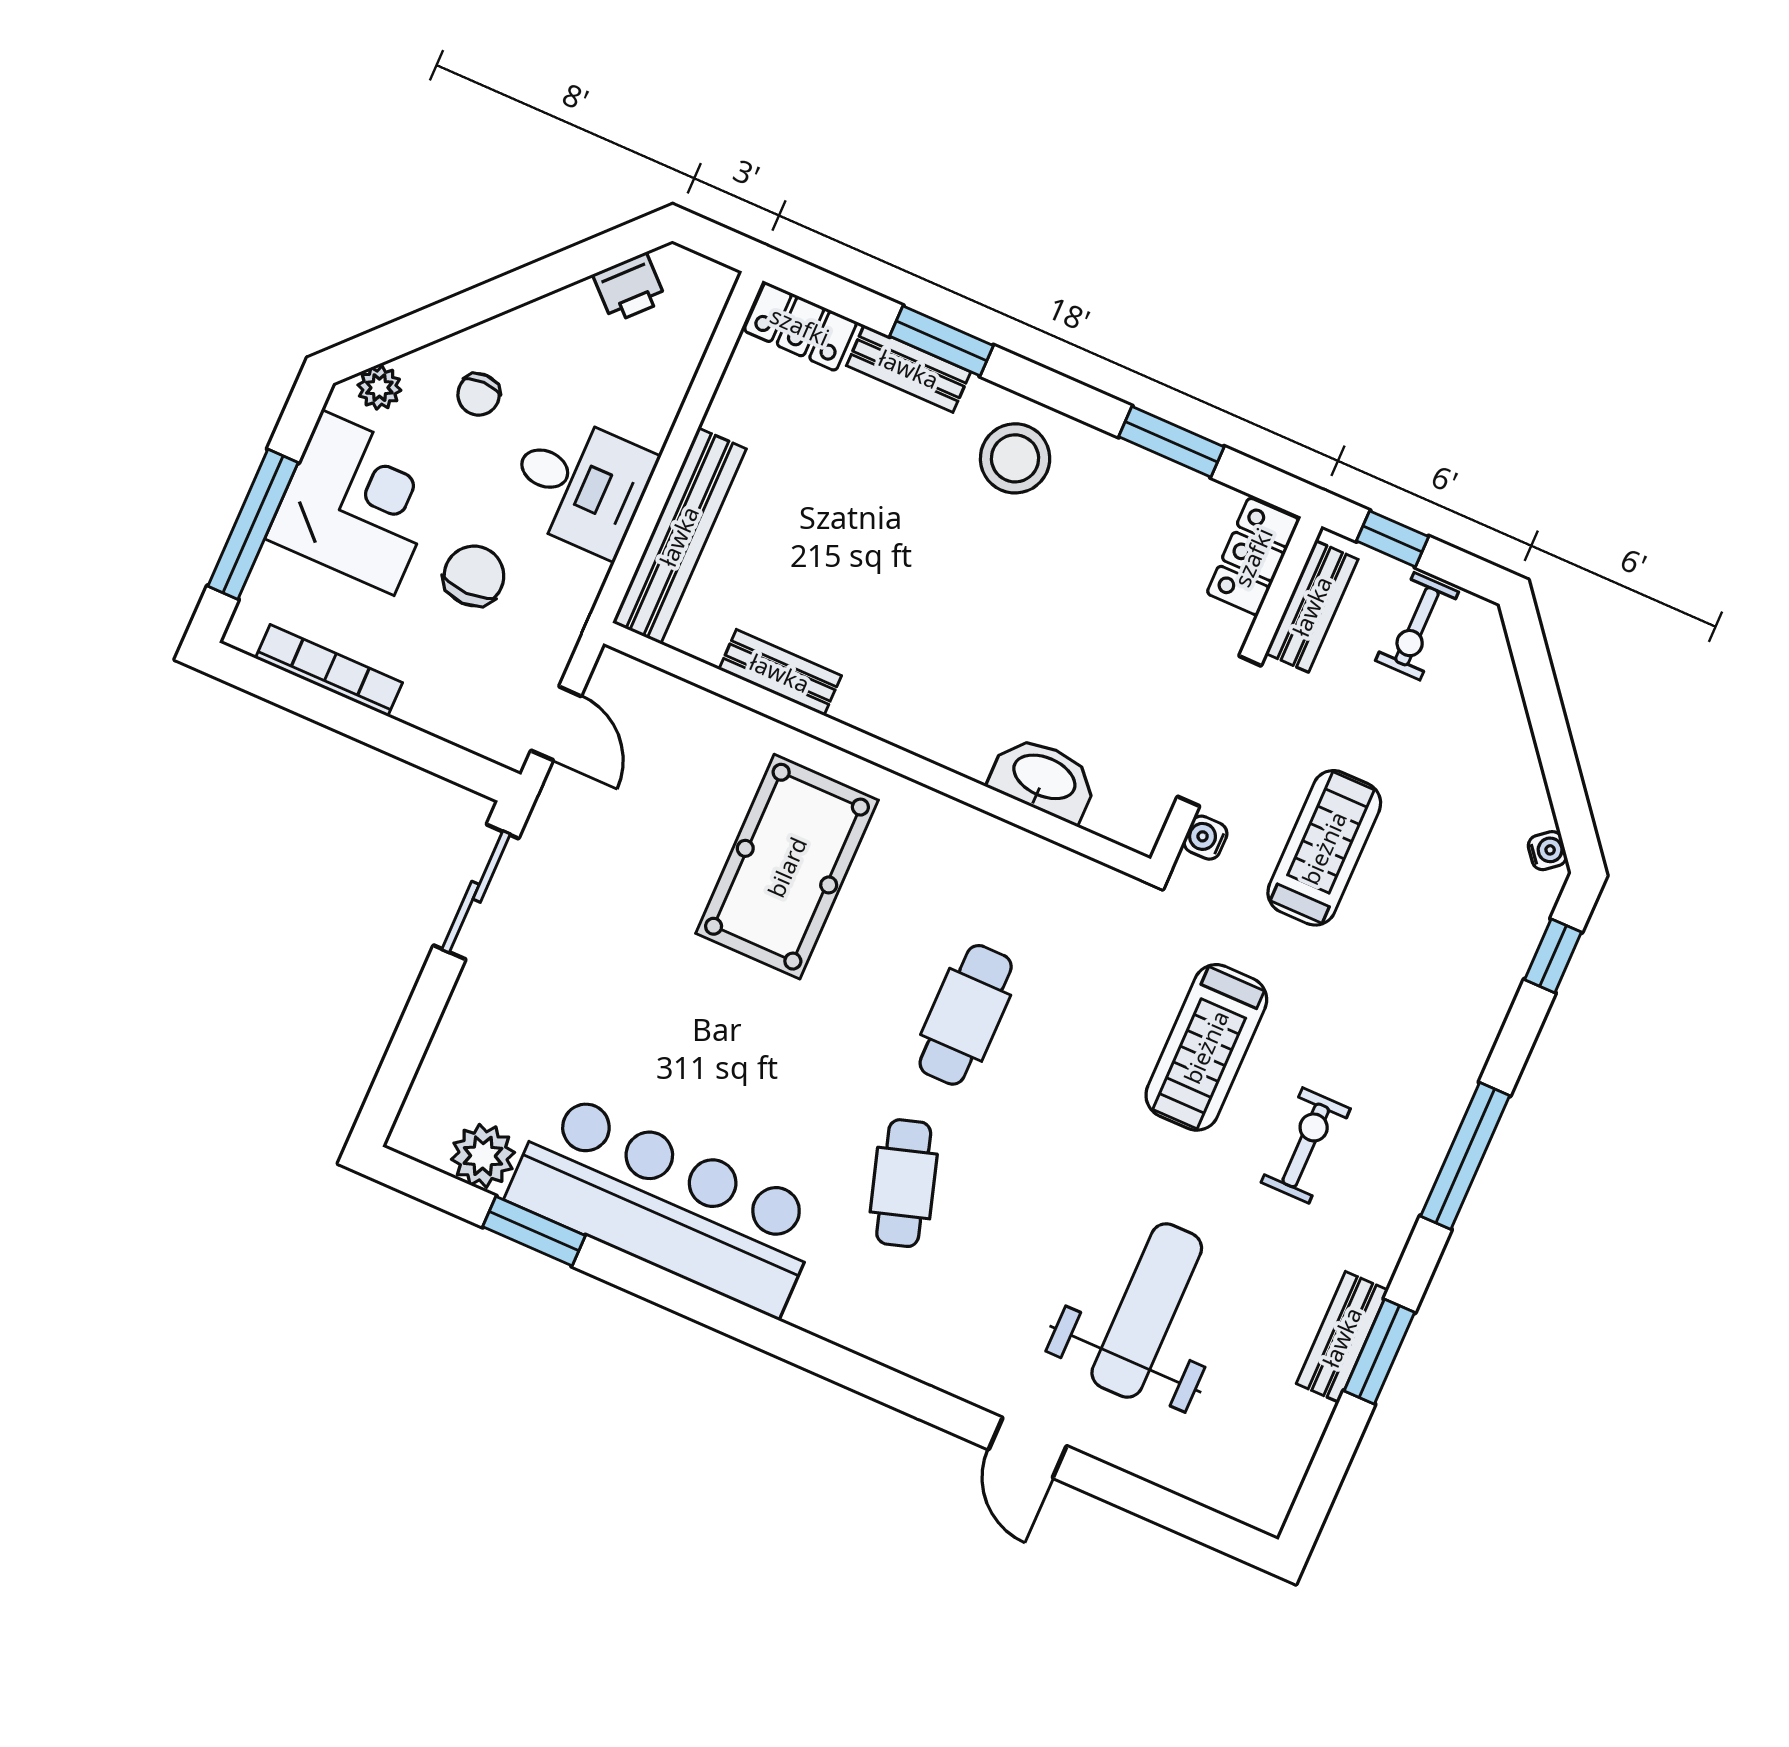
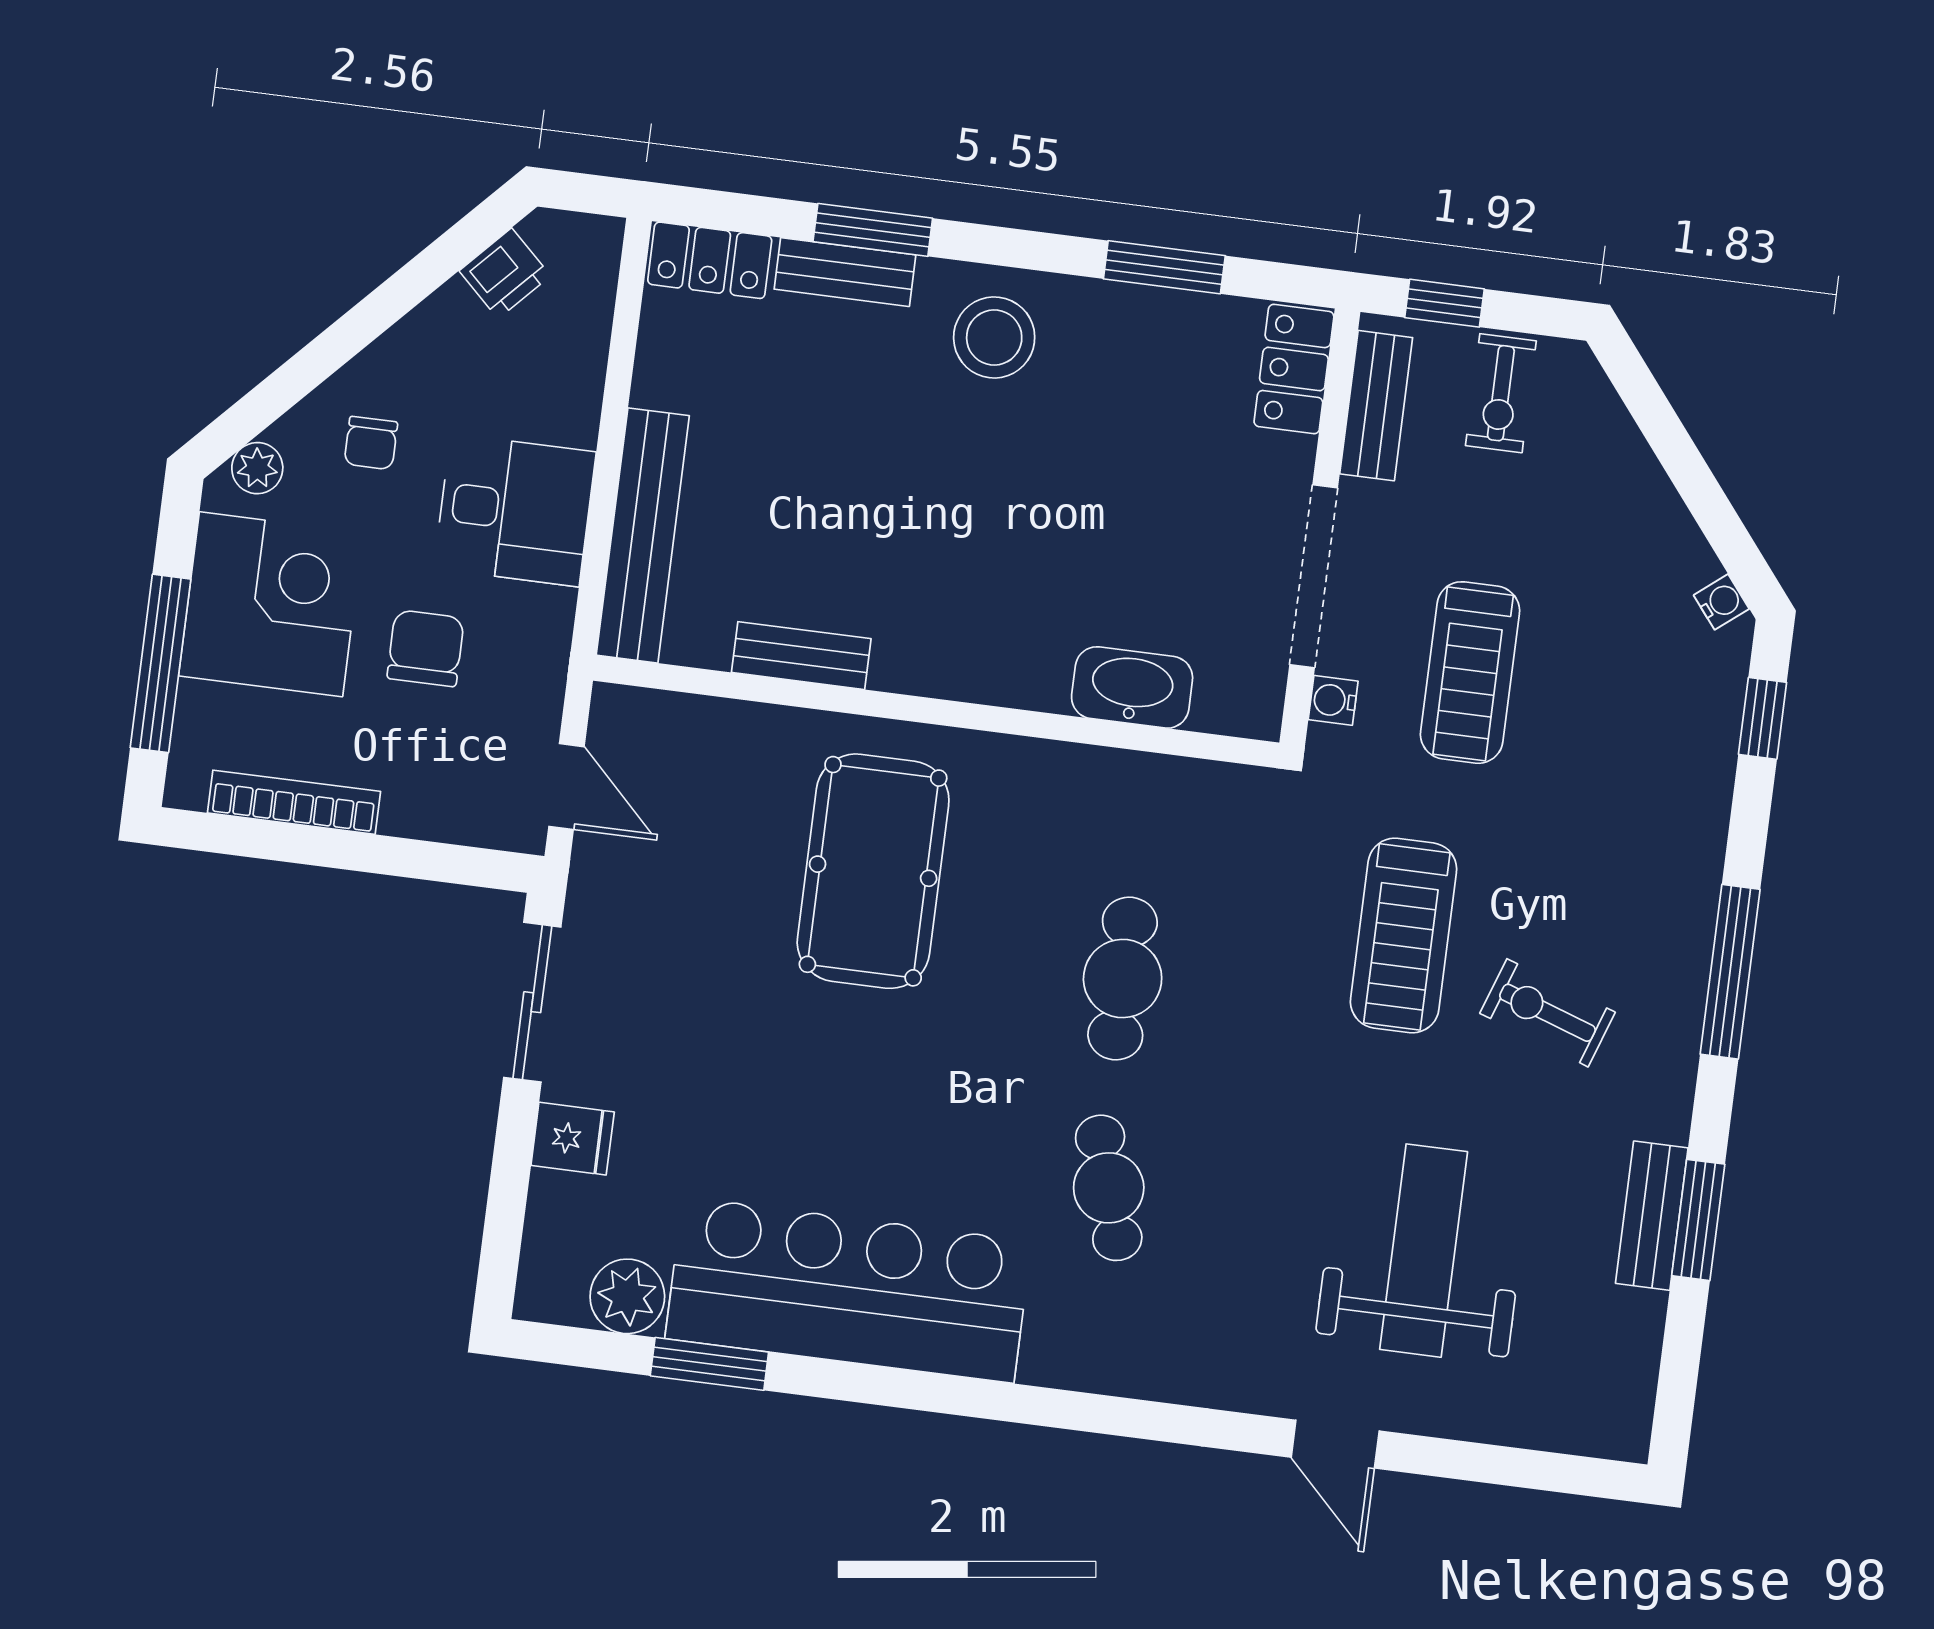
treadmill: (1324, 848) -> (1470, 673), turned 180
fridge: (476, 1013) -> (573, 1139), added
exercise bike: (1306, 1145) -> (1548, 1013), turned -71

